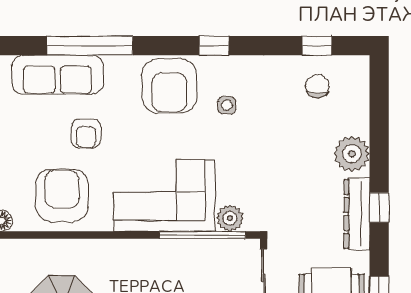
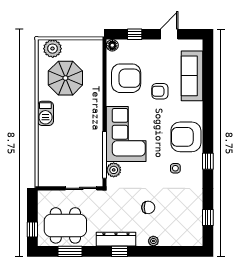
window: (90, 46) -> (208, 94), removed
chair: (317, 86) -> (148, 207), moved
plant: (352, 154) -> (153, 241), width x0.53, depth x0.53

